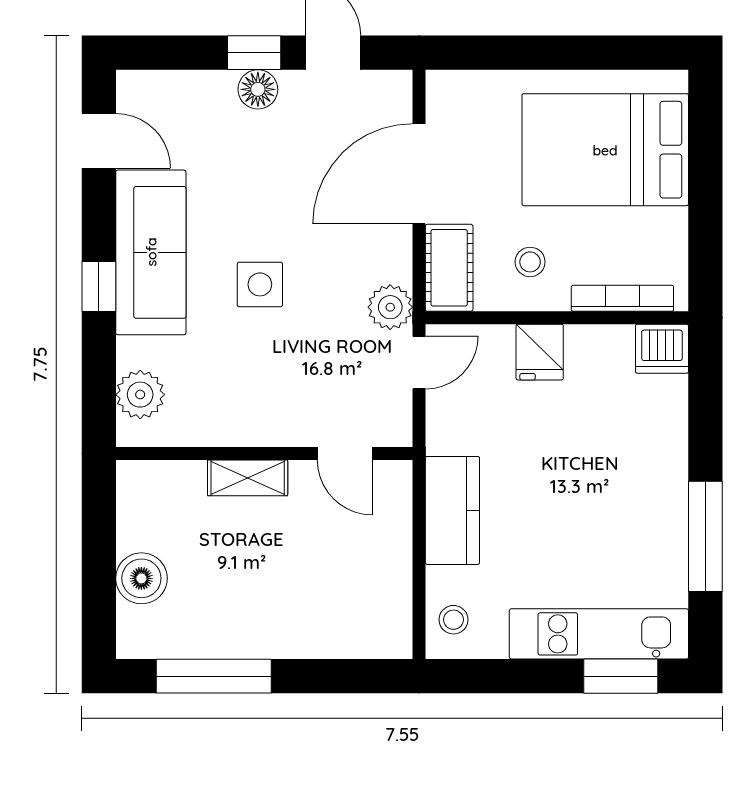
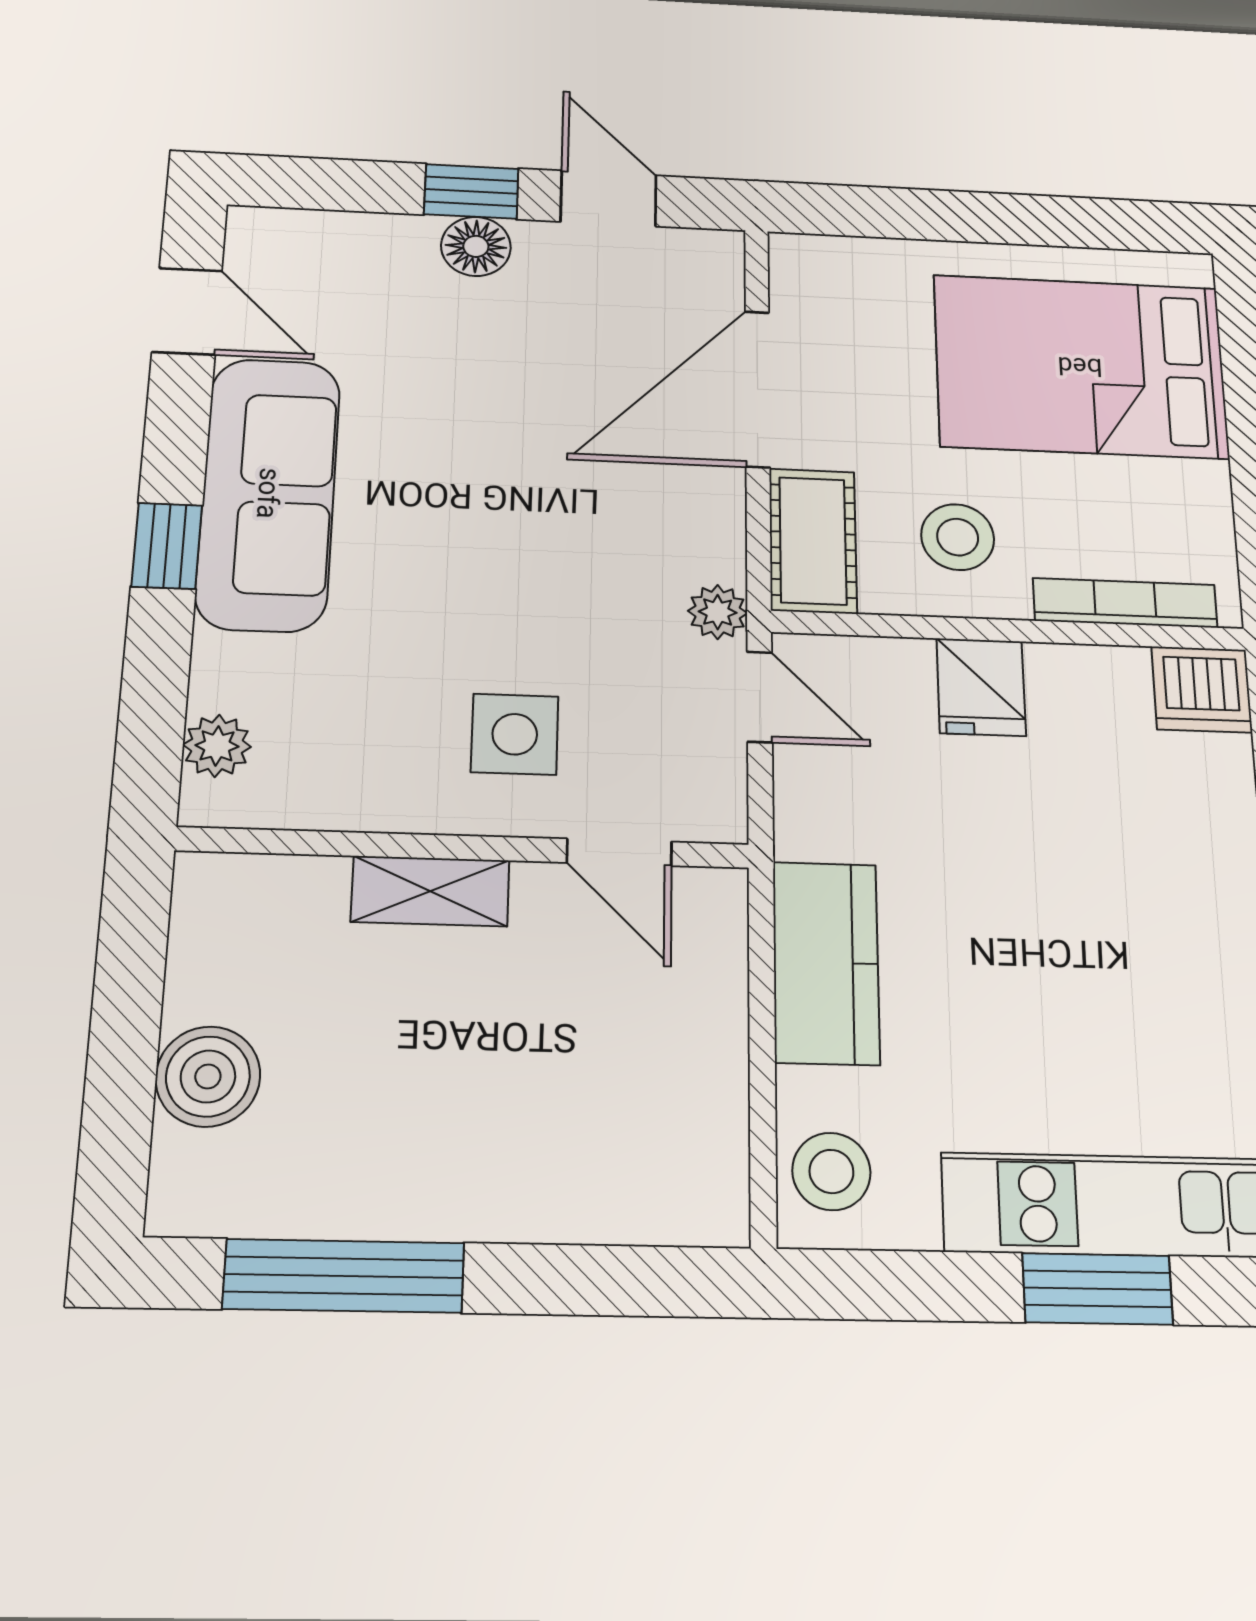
stool: (530, 262) -> (958, 537), width x1.37, depth x1.37
side table: (260, 284) -> (515, 734), moved
plant: (390, 307) -> (718, 612), width x0.73, depth x0.73
door: (419, 362) -> (760, 697), hinge flipped
plant: (140, 395) -> (217, 746), width x0.73, depth x0.73
stool: (453, 620) -> (831, 1171), width x1.37, depth x1.37
window: (621, 676) -> (1098, 1289), moved

